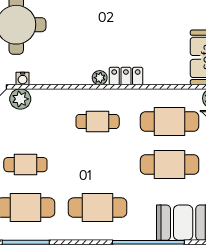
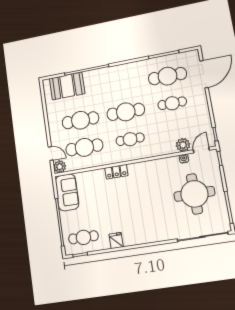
plant: (100, 78) -> (133, 168), removed
cafe table: (98, 208) -> (126, 112), moved

